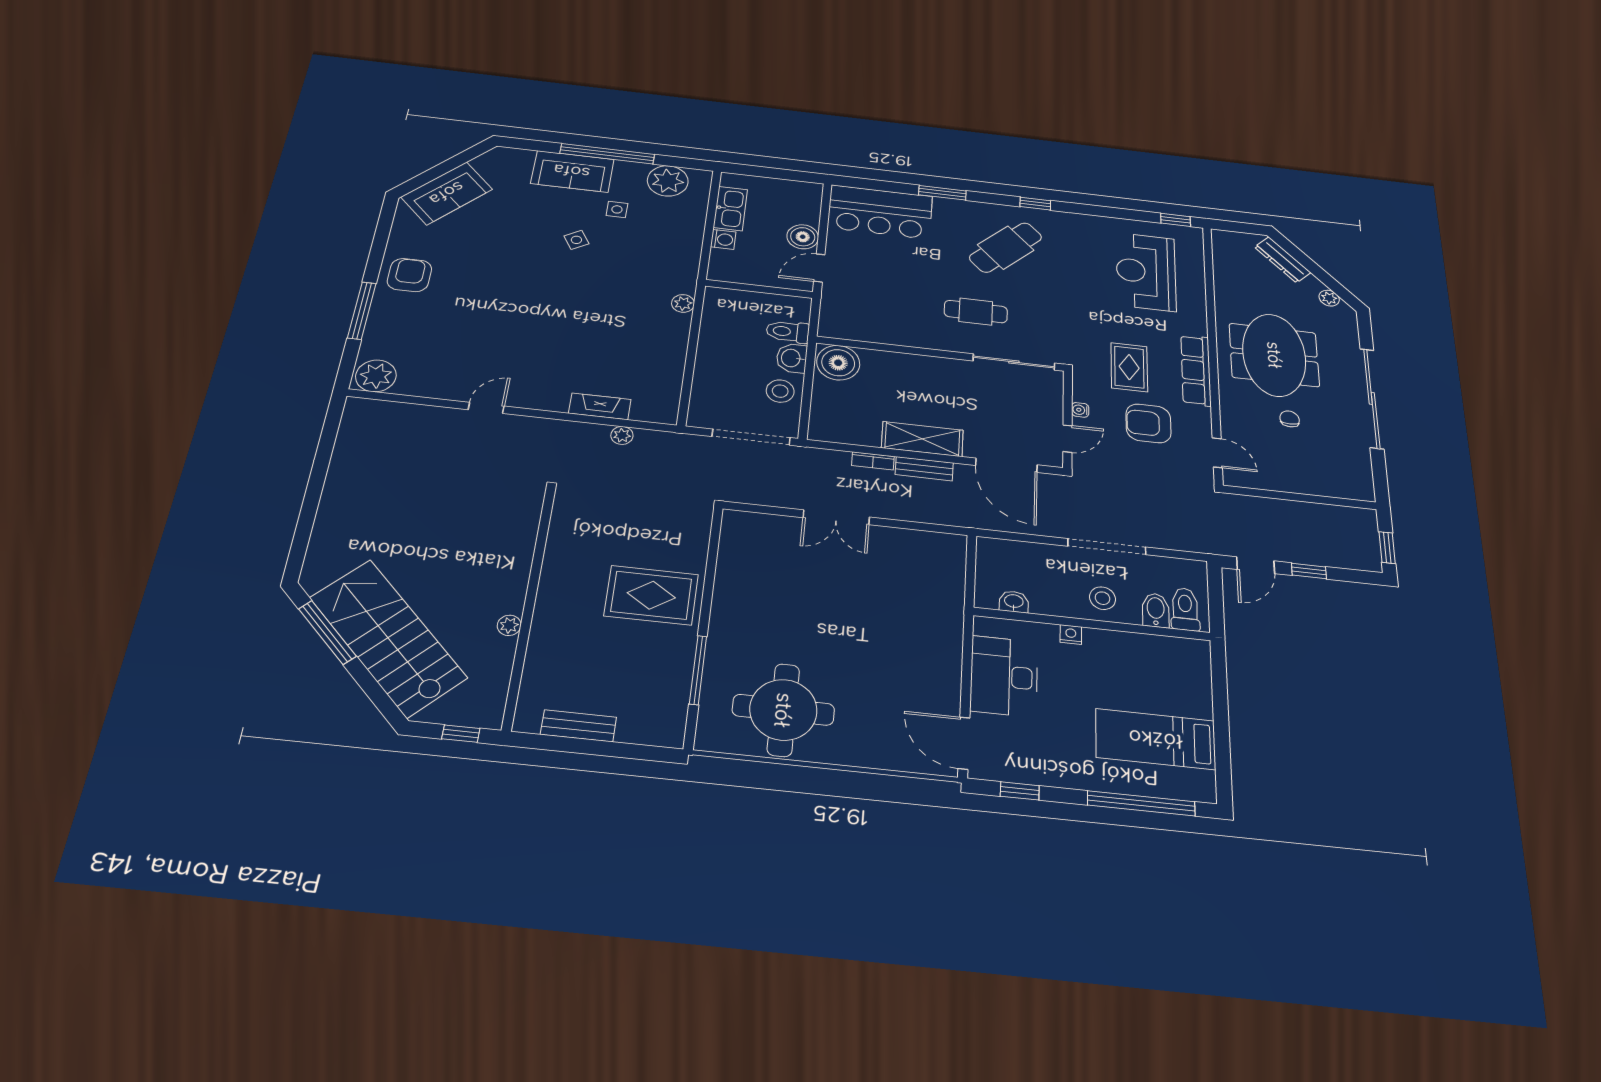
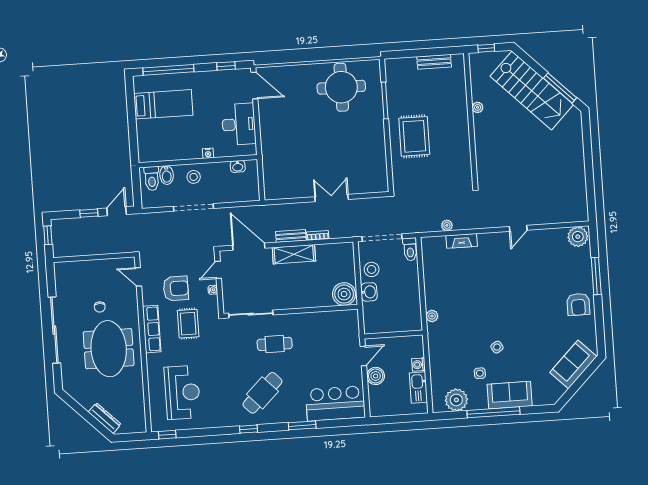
plant: (1329, 298) -> (78, 396), removed
toilet: (788, 332) -> (410, 249), moved, turned 90
rug: (651, 595) -> (414, 136), turned 90

